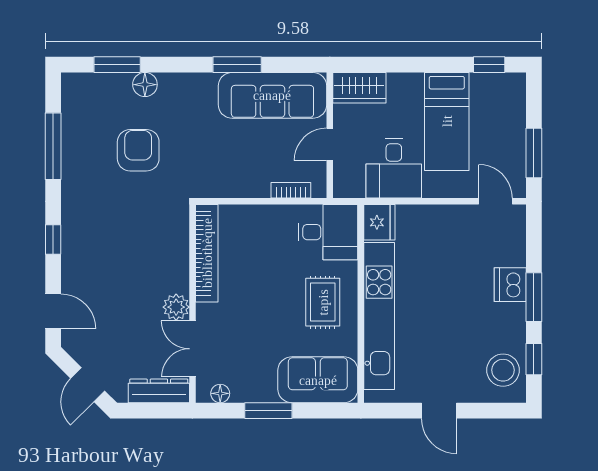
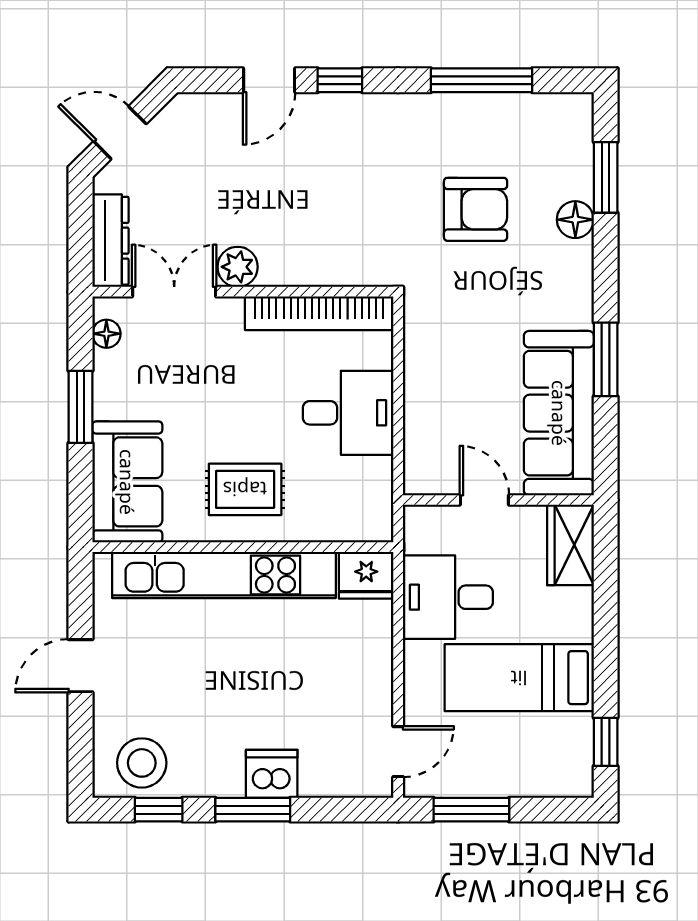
bookcase: (291, 190) -> (415, 441), removed
desk: (328, 232) -> (348, 413), moved, turned -90
door: (53, 311) -> (269, 80), moved

